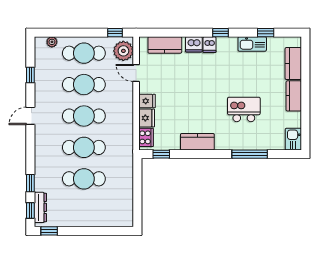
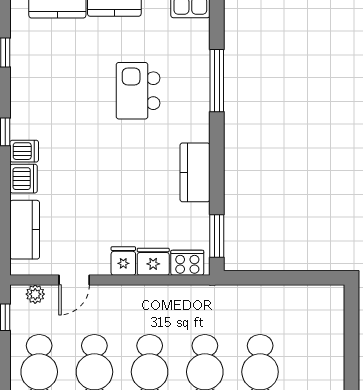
kitchen sink: (252, 44) -> (23, 76), removed
plant: (123, 51) -> (35, 294), width x0.53, depth x0.53
window: (161, 154) -> (217, 236), width x1.50

